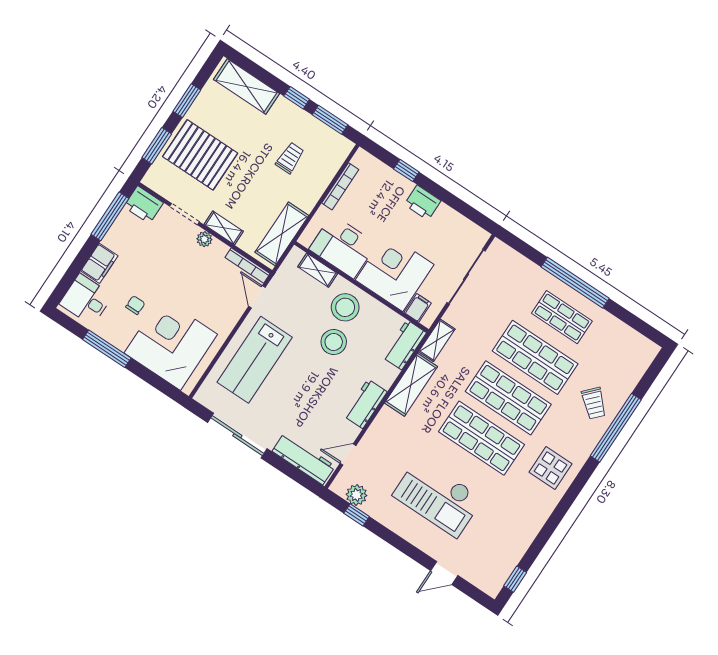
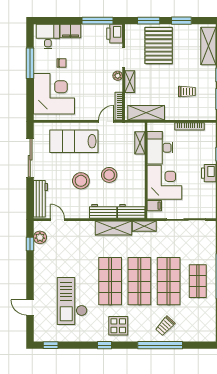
stool: (345, 307) -> (81, 181), moved
workbench: (365, 404) -> (103, 211), moved
checkout: (438, 497) -> (72, 301), moved
window: (565, 505) -> (105, 345), added

